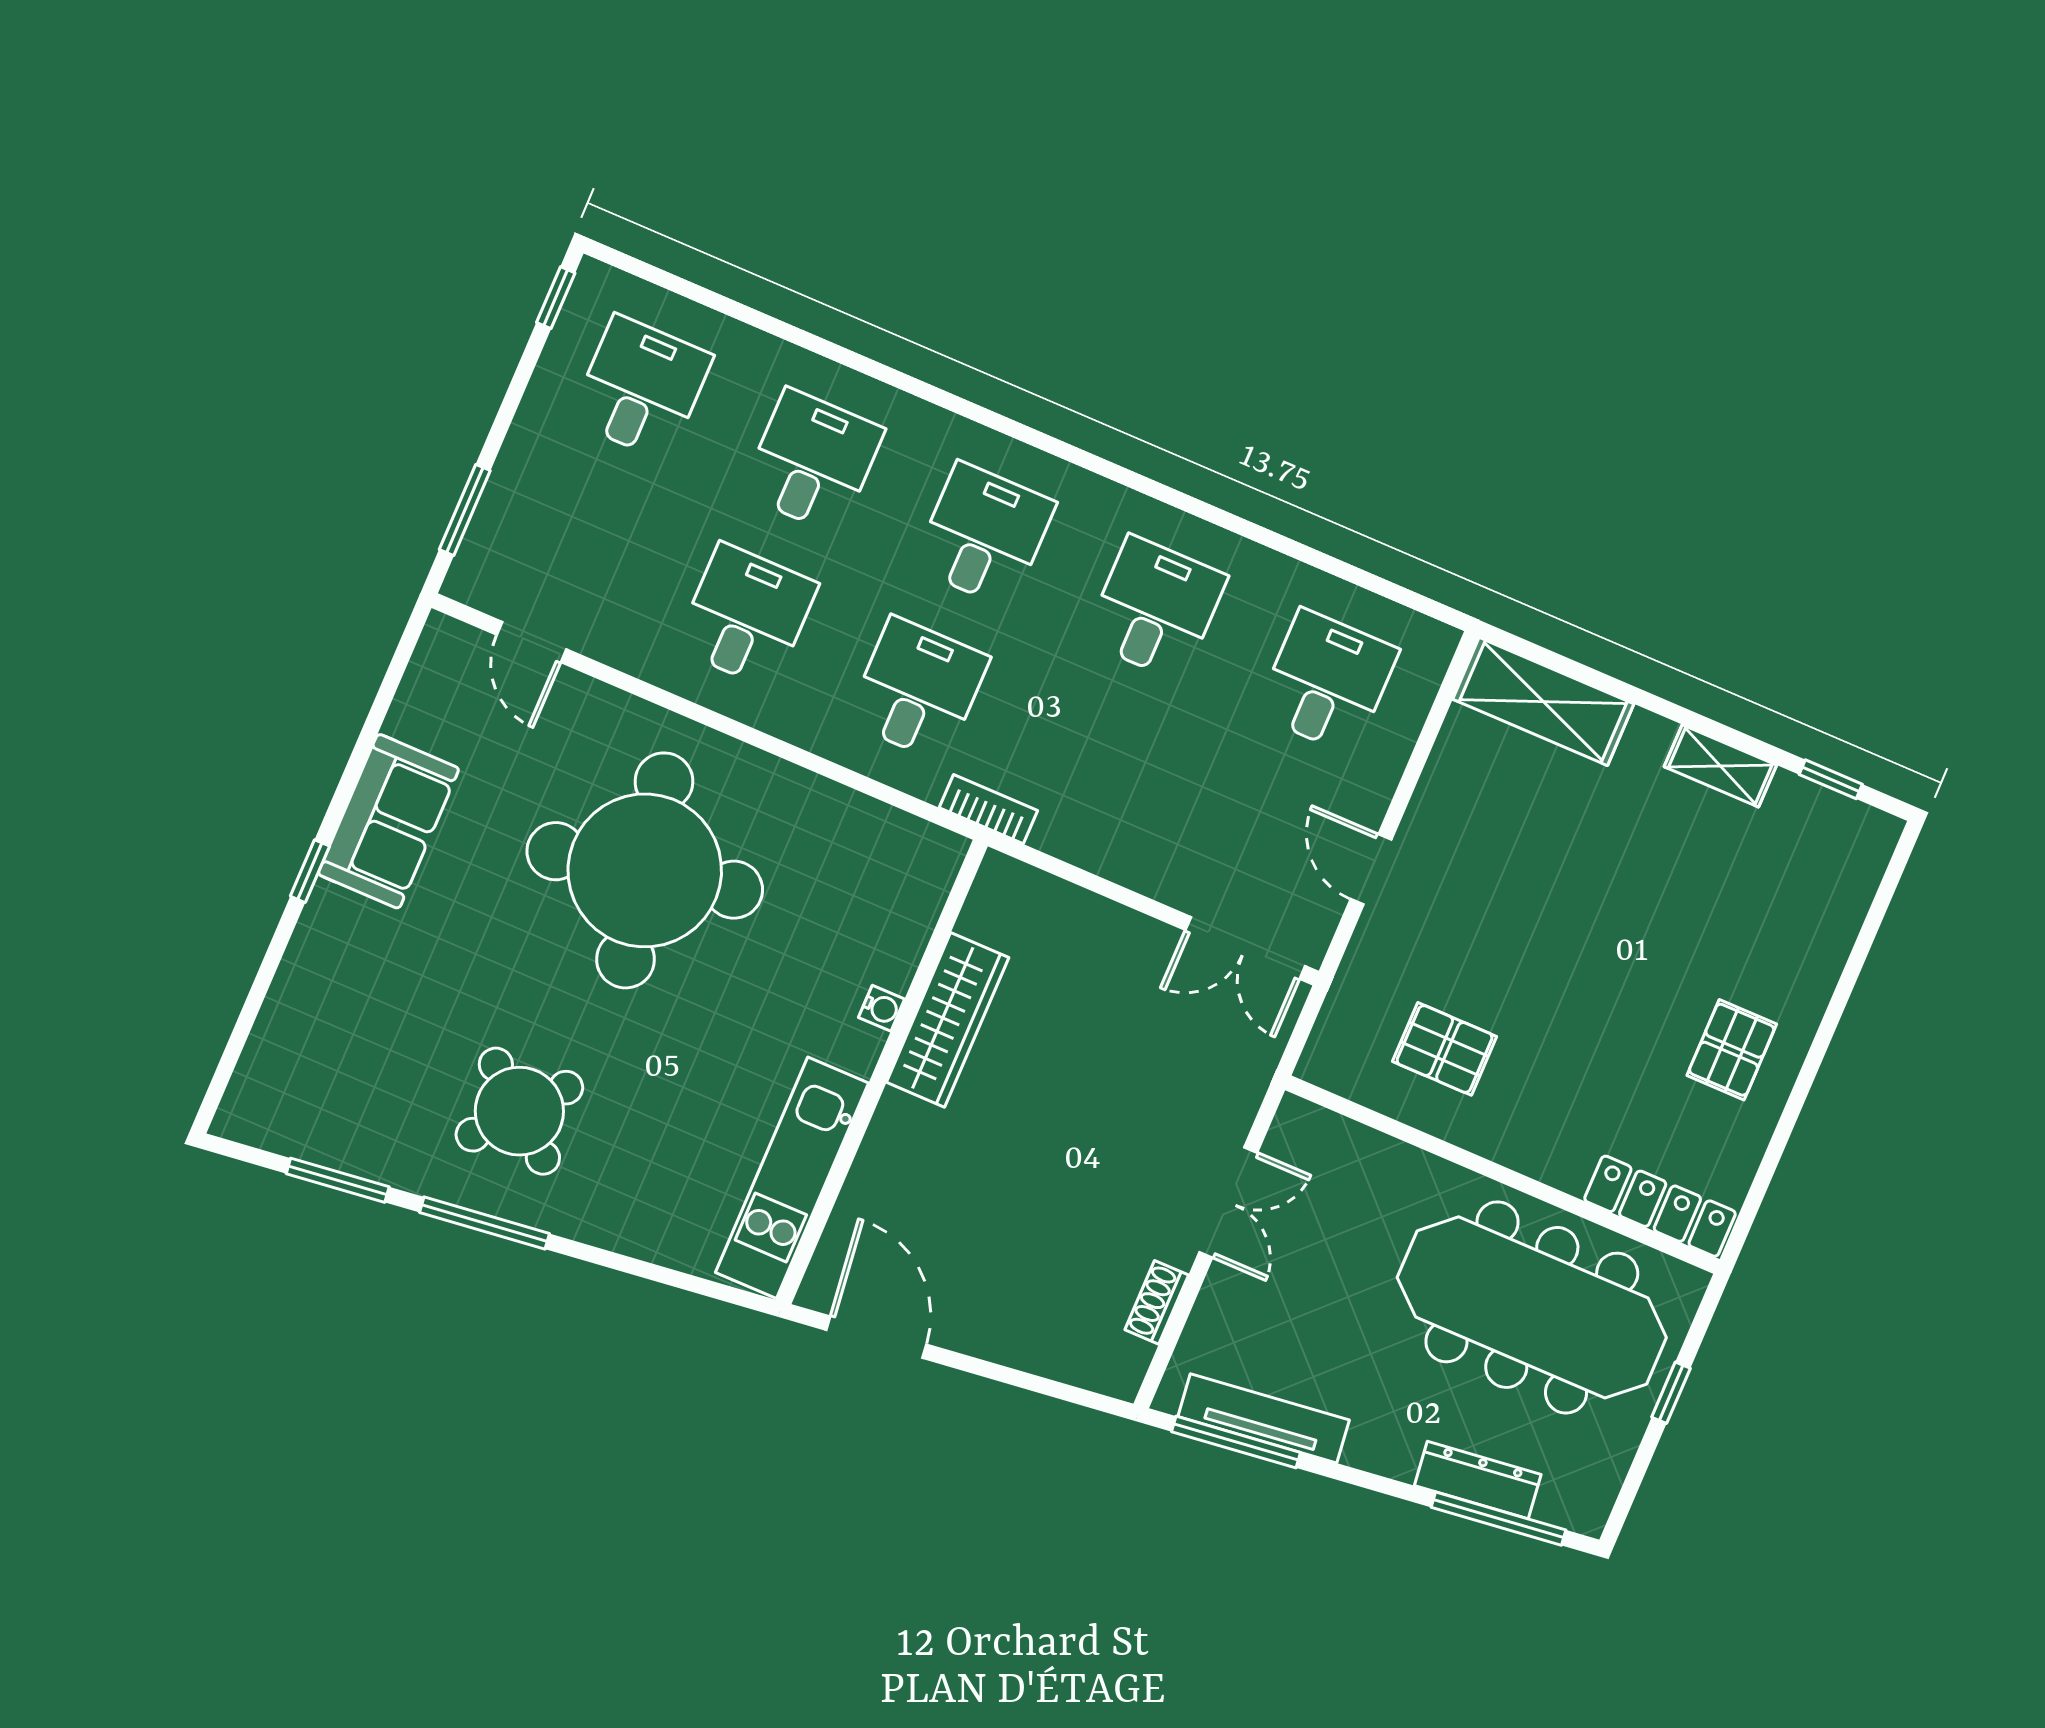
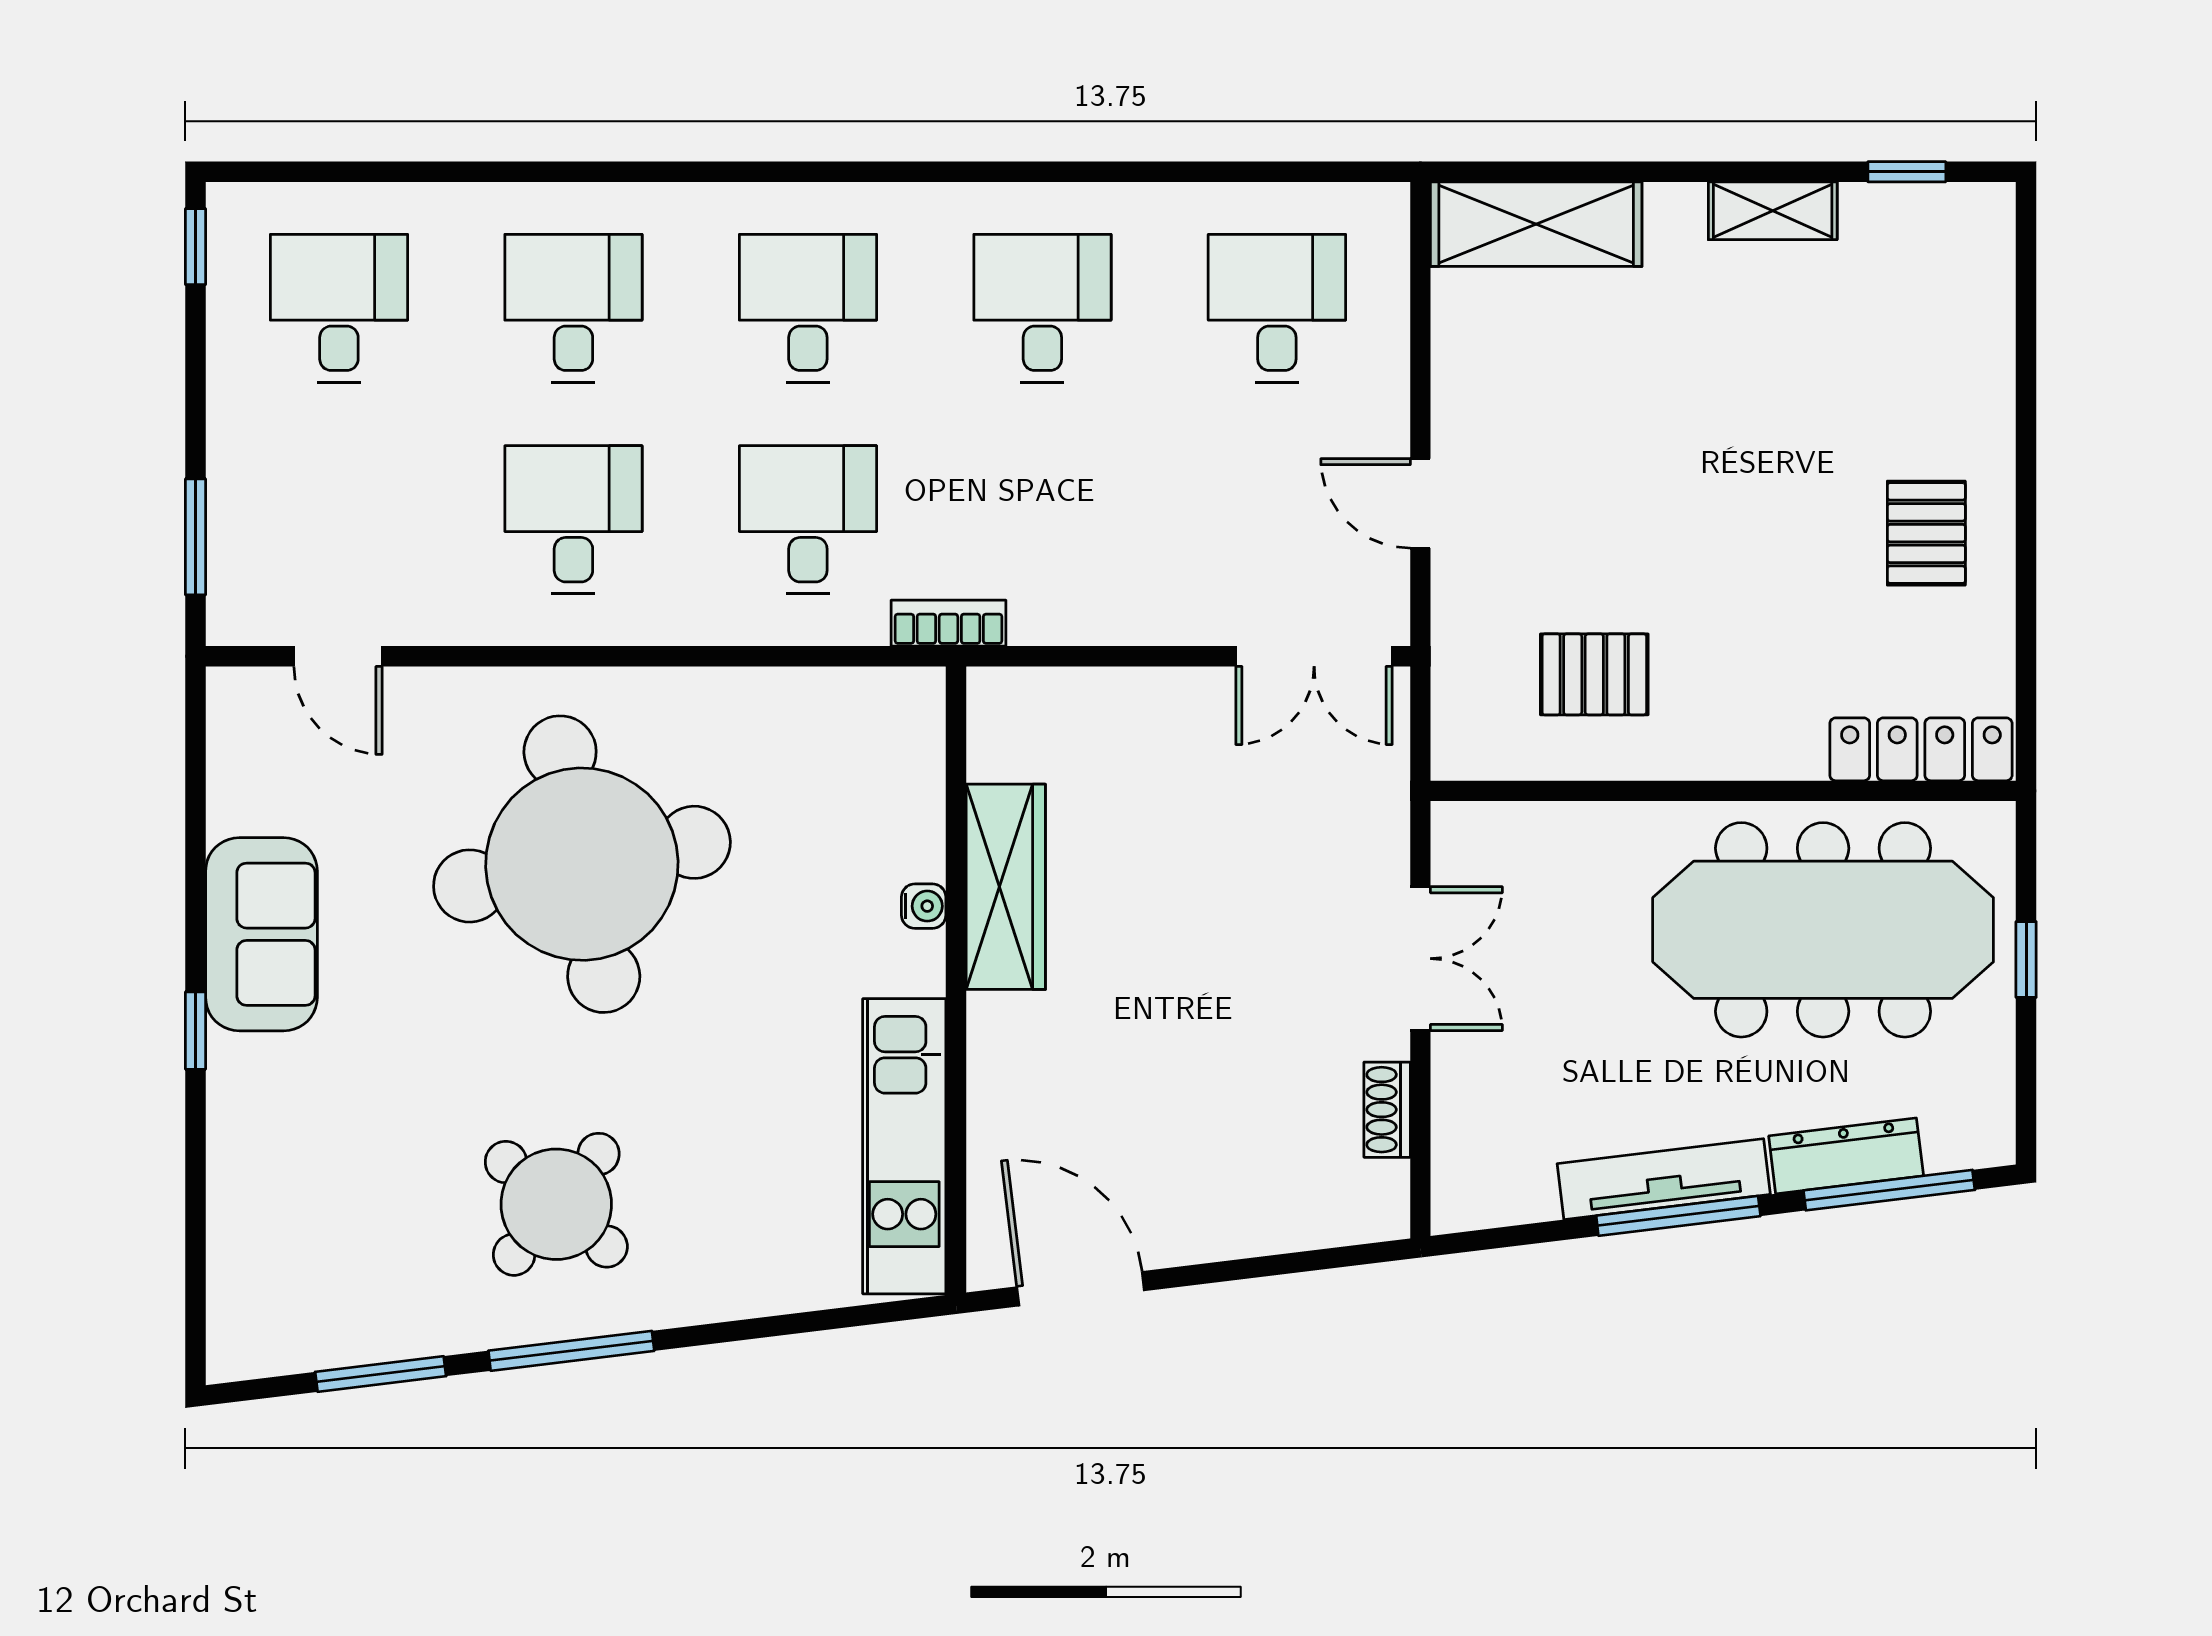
tv unit: (1264, 1418) -> (1664, 1179), moved
window: (1236, 1442) -> (1678, 1216), moved

